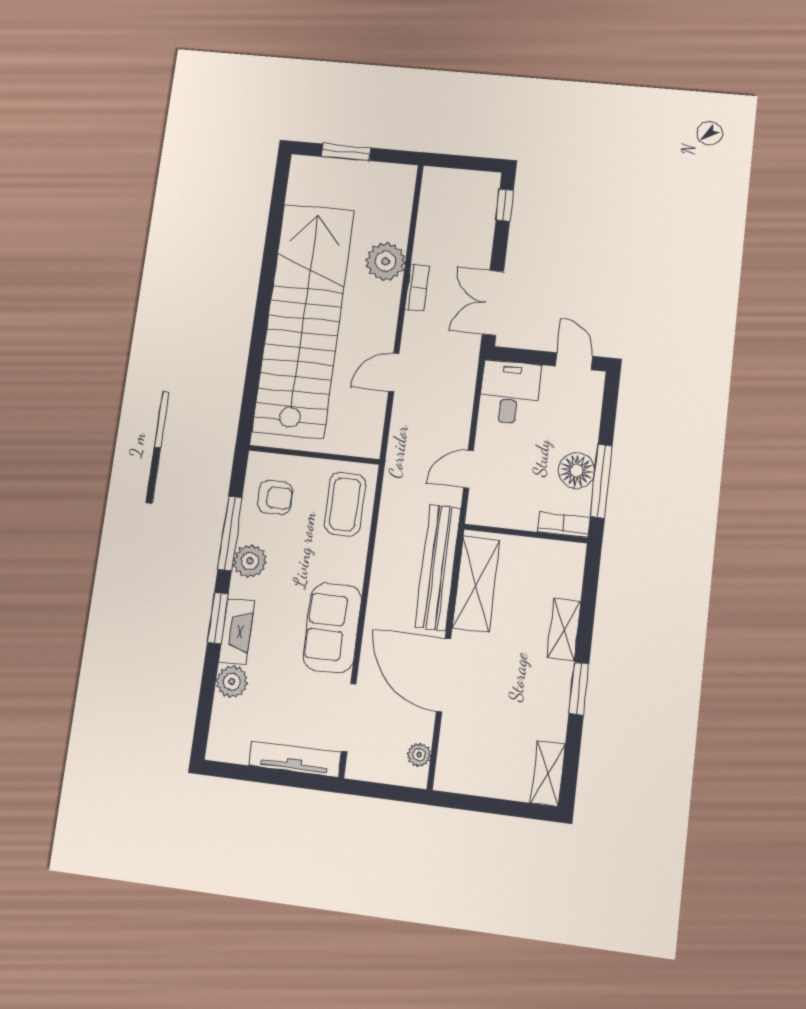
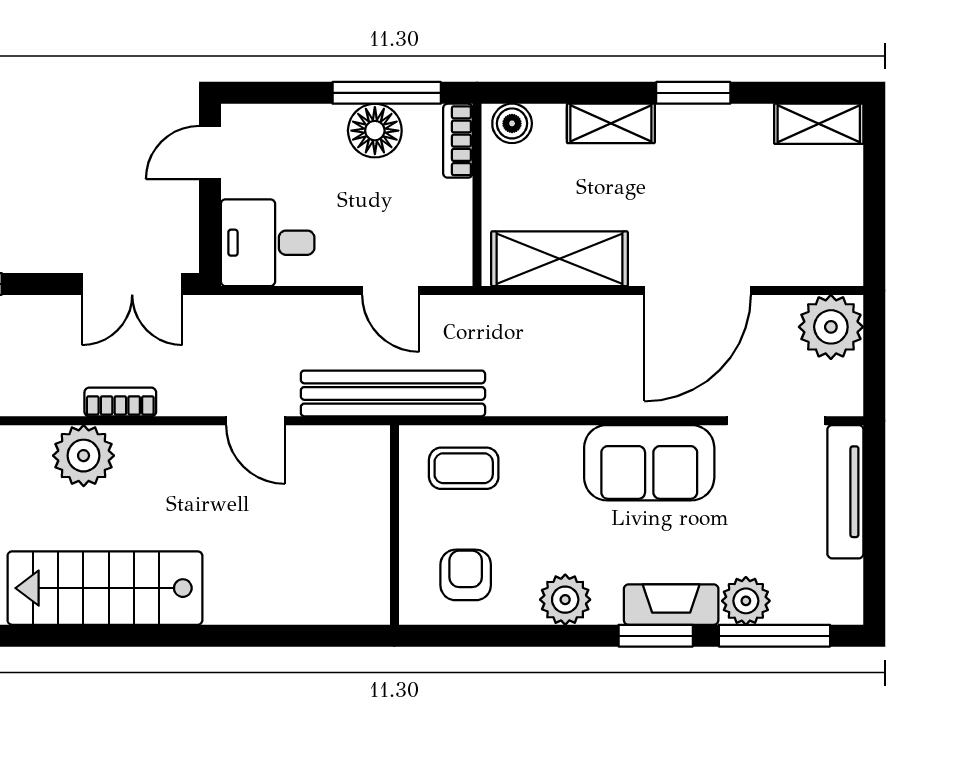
stairs: (303, 320) -> (105, 588), width x0.54, depth x0.66
coffee table: (345, 504) -> (464, 468), width x0.73, depth x0.77
window: (230, 533) -> (774, 636), moved
boiler: (571, 563) -> (512, 123), added
bench: (438, 567) -> (393, 393), moved
plant: (419, 755) -> (831, 327), width x1.88, depth x1.88

